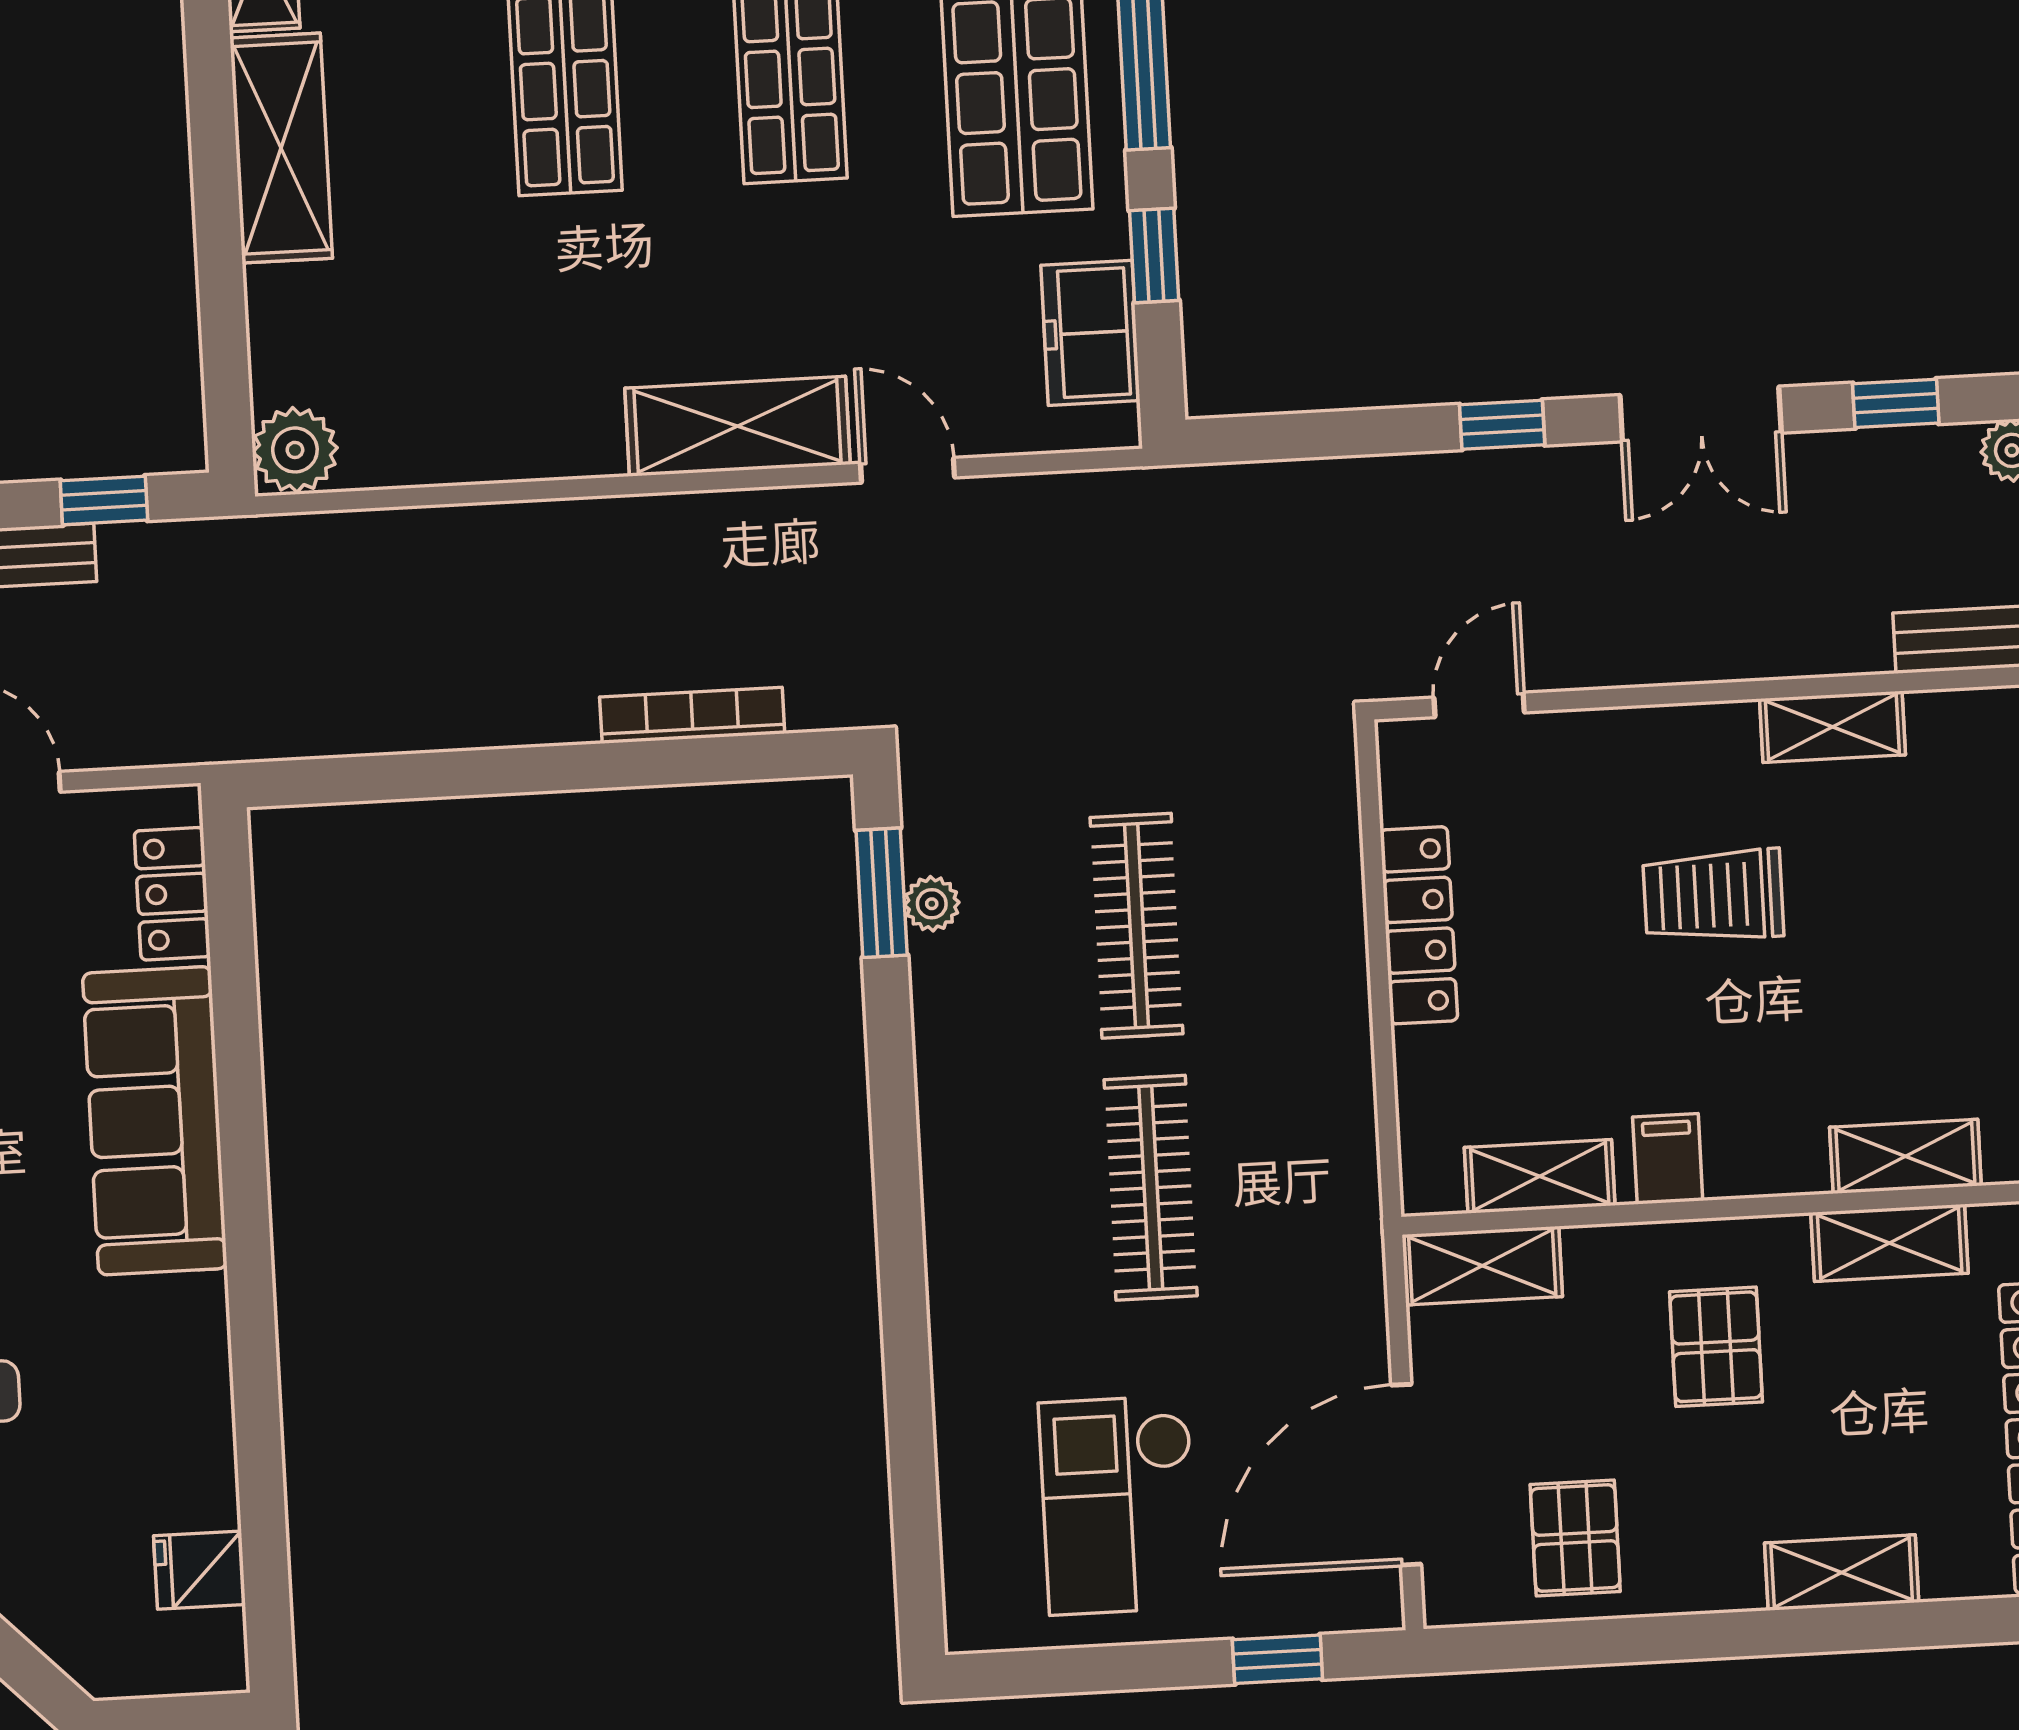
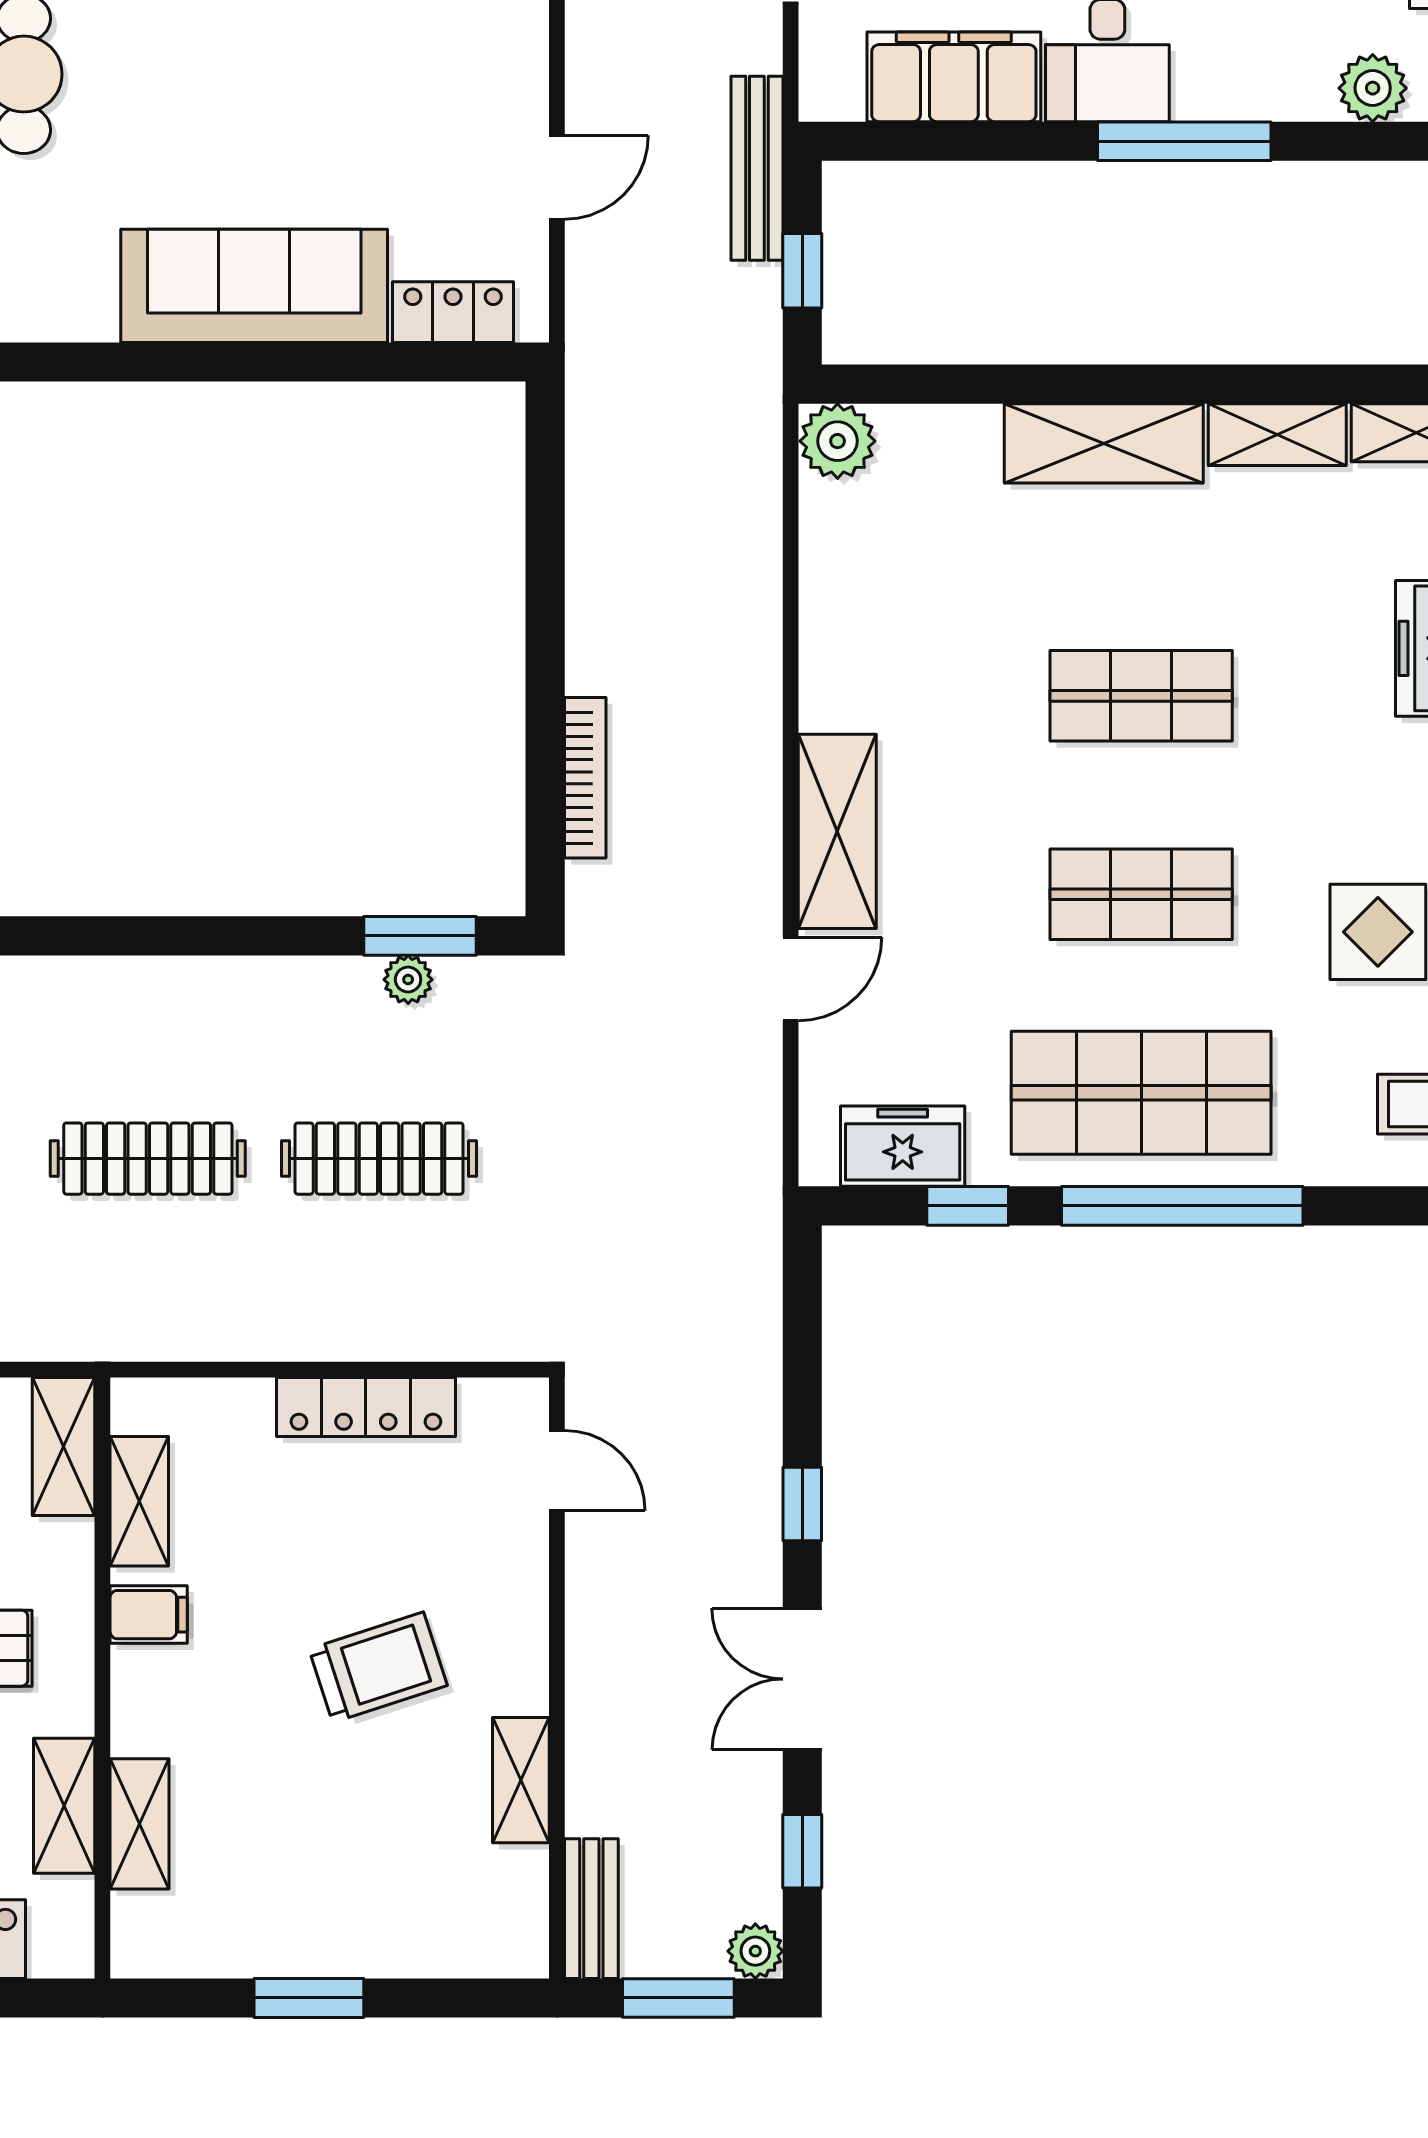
trolley: (1713, 896) -> (378, 1667), turned 72

